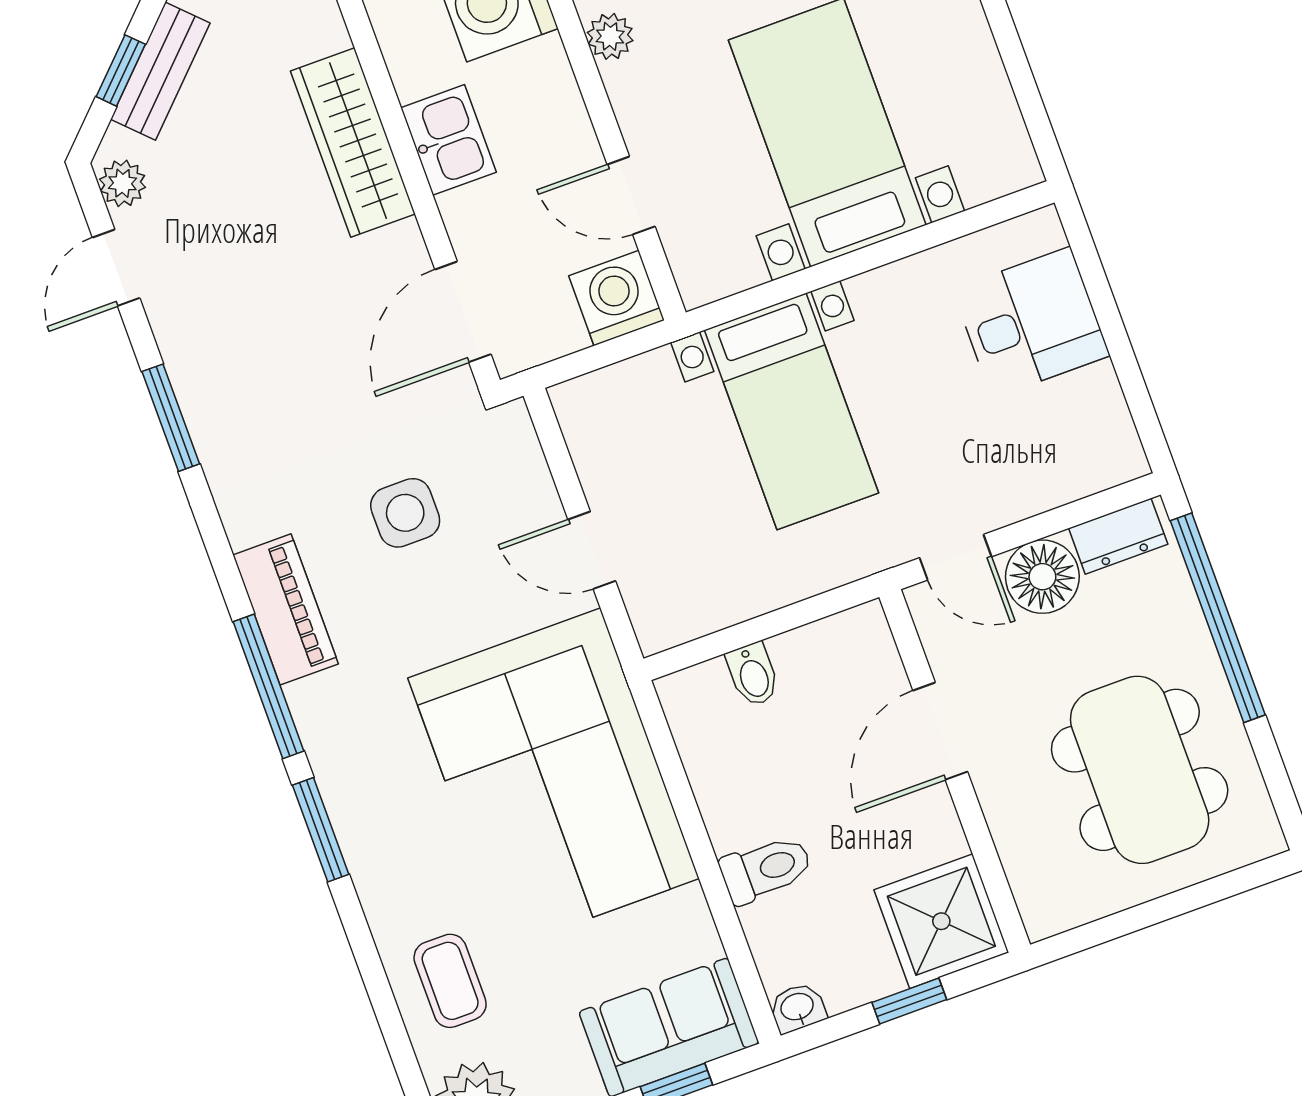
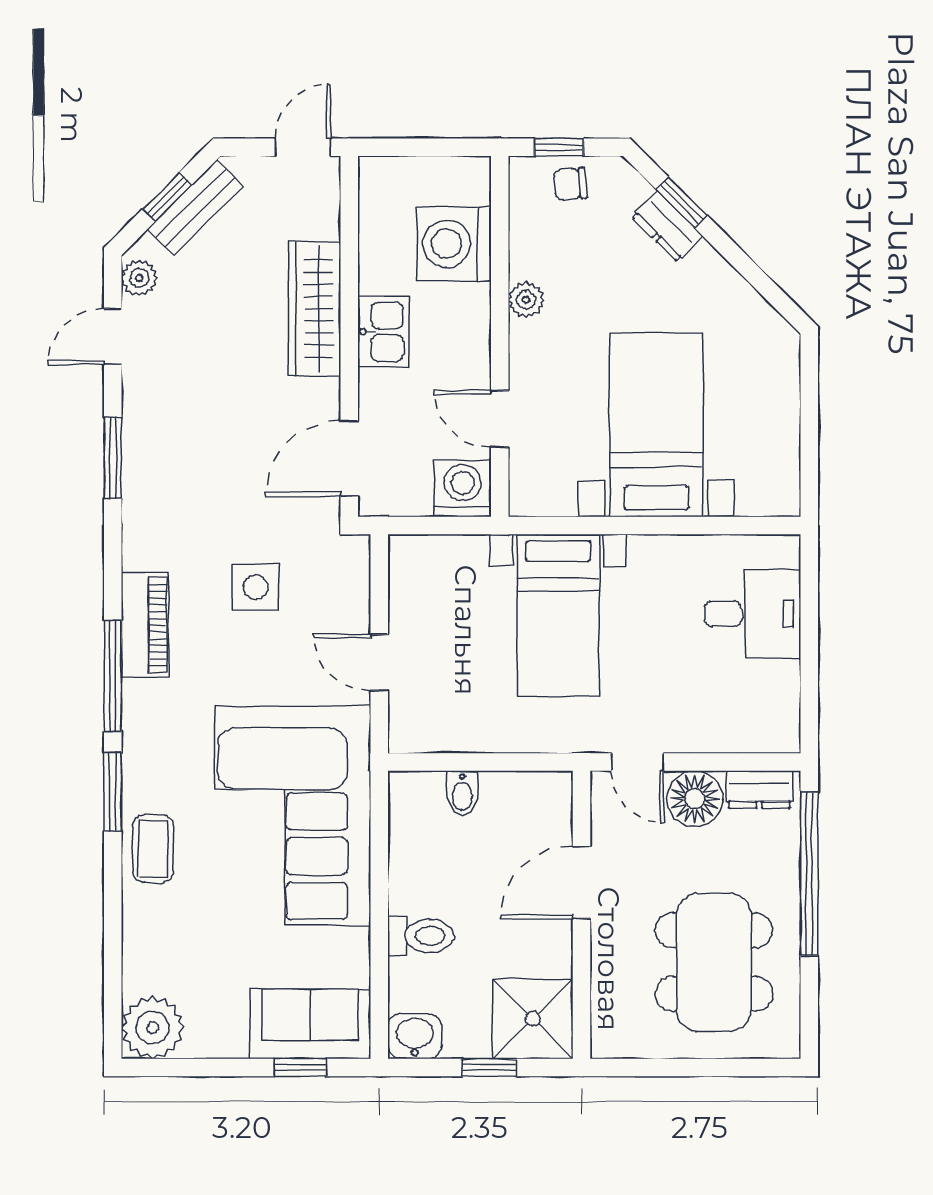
coffee table: (450, 981) -> (153, 849), moved
washbasin: (797, 1008) -> (415, 1036), width x1.38, depth x1.45

